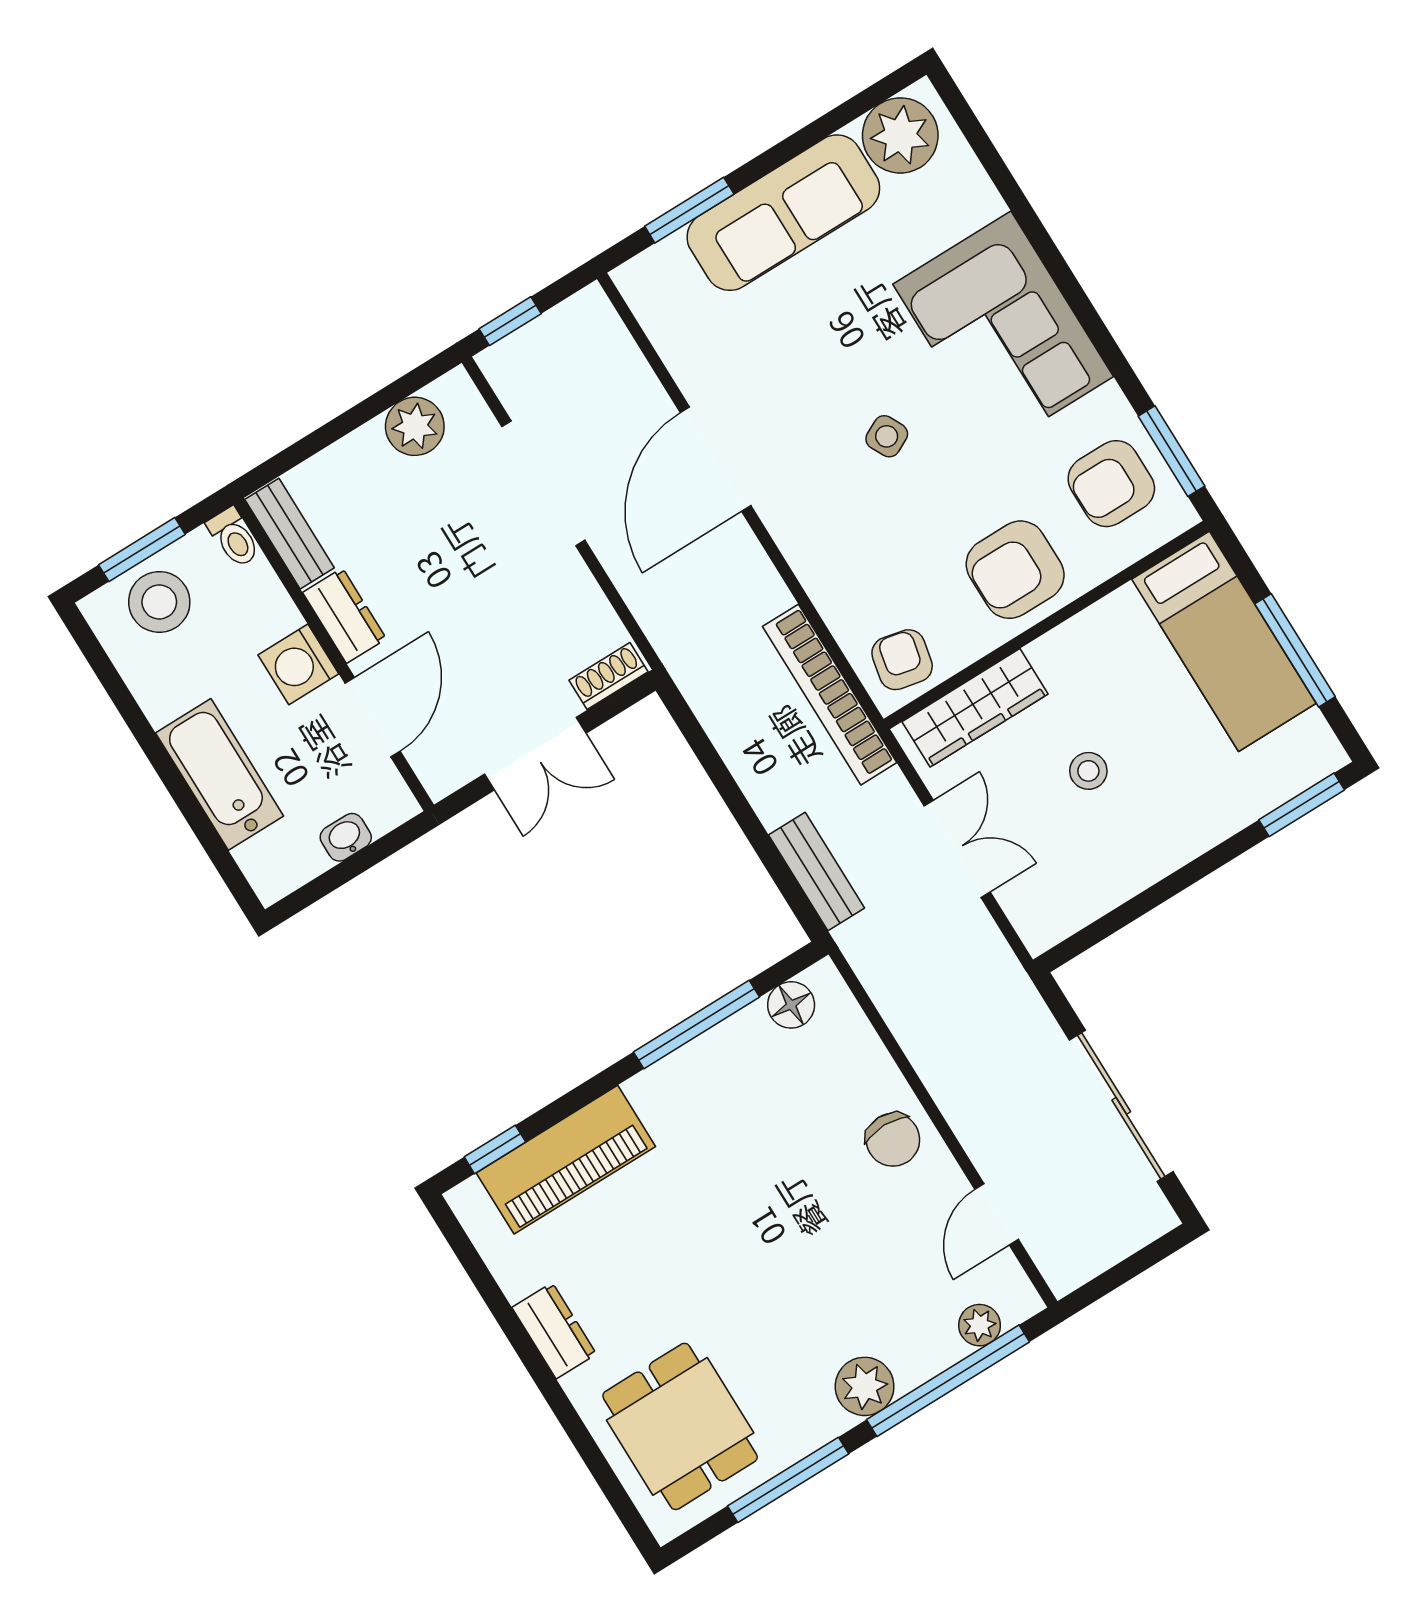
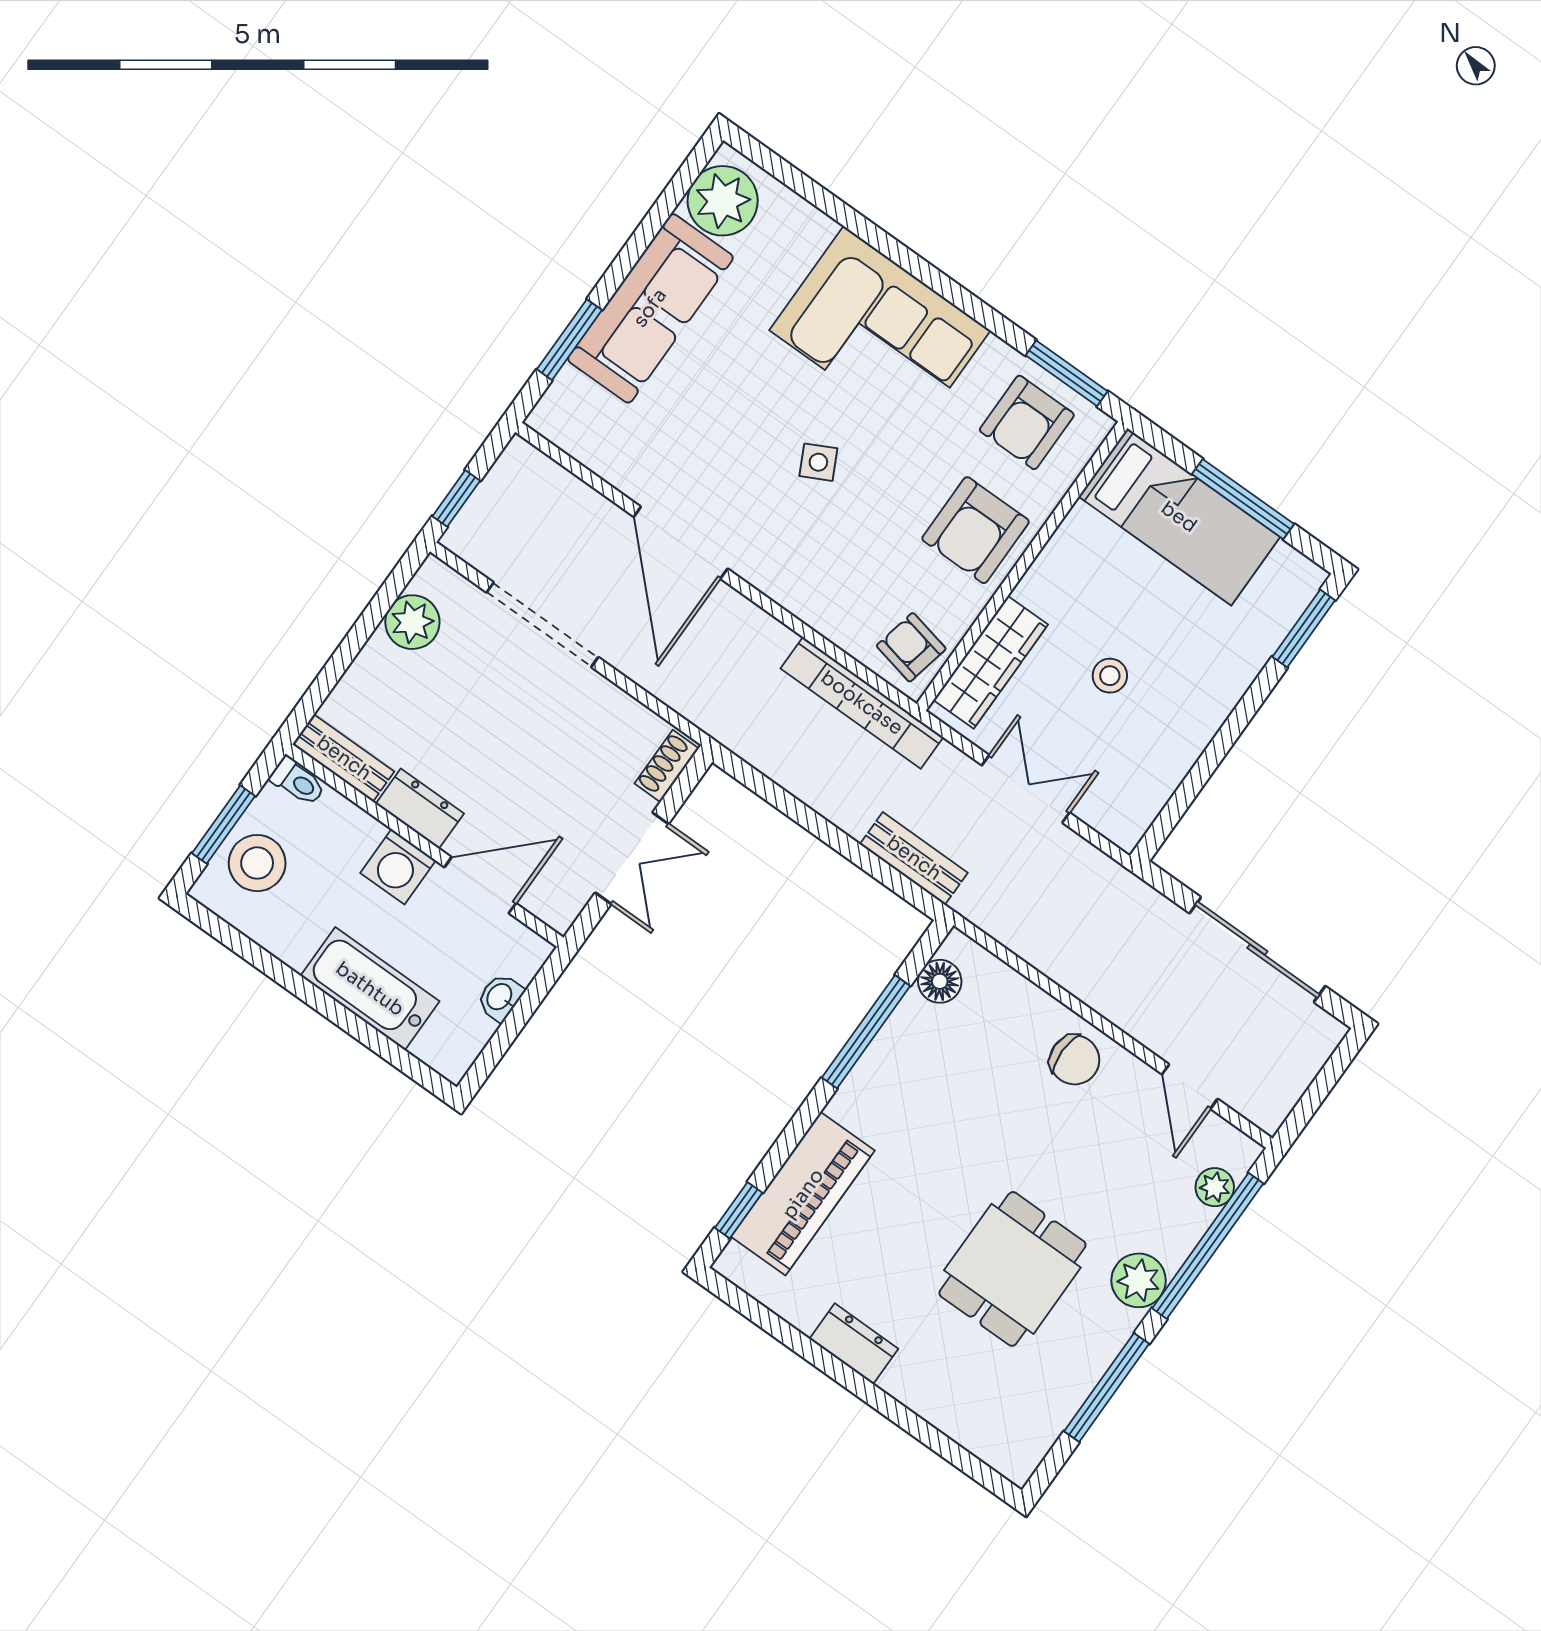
door: (373, 717) -> (480, 885), hinge flipped
dining table: (680, 1426) -> (1012, 1269), moved, turned 90

